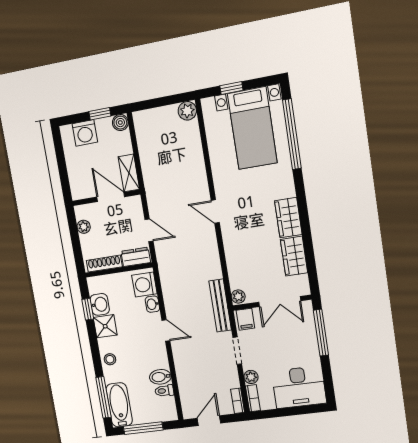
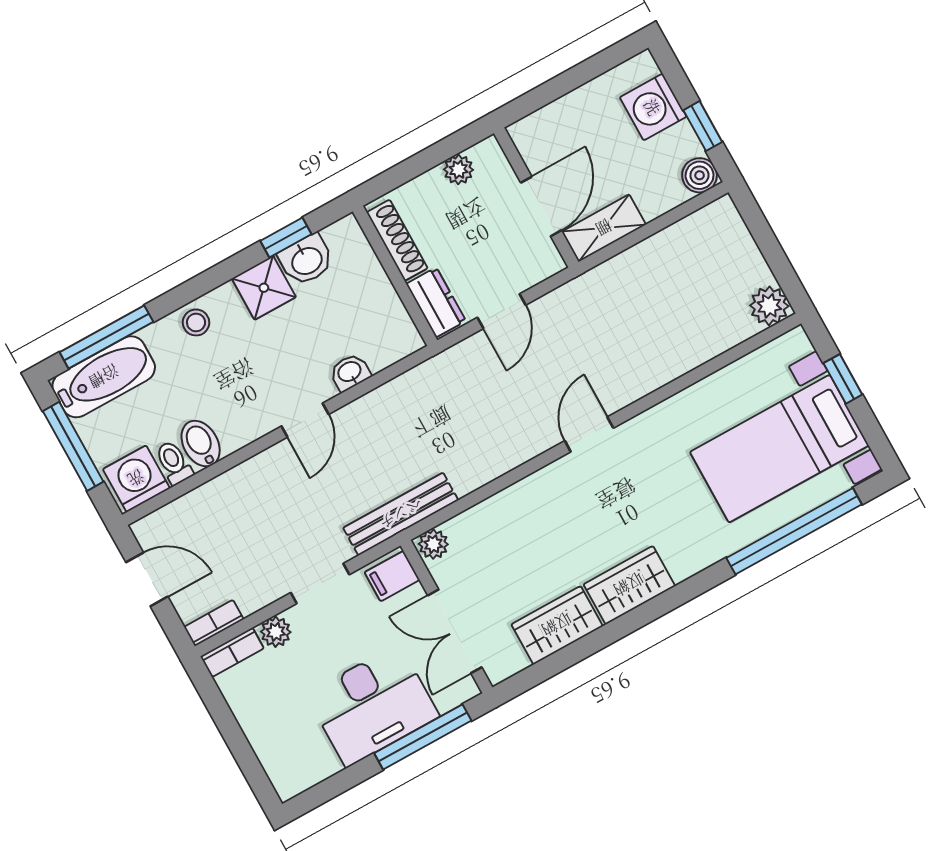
washing machine: (144, 285) -> (136, 479), moved
desk: (299, 387) -> (373, 705), moved, turned -90

